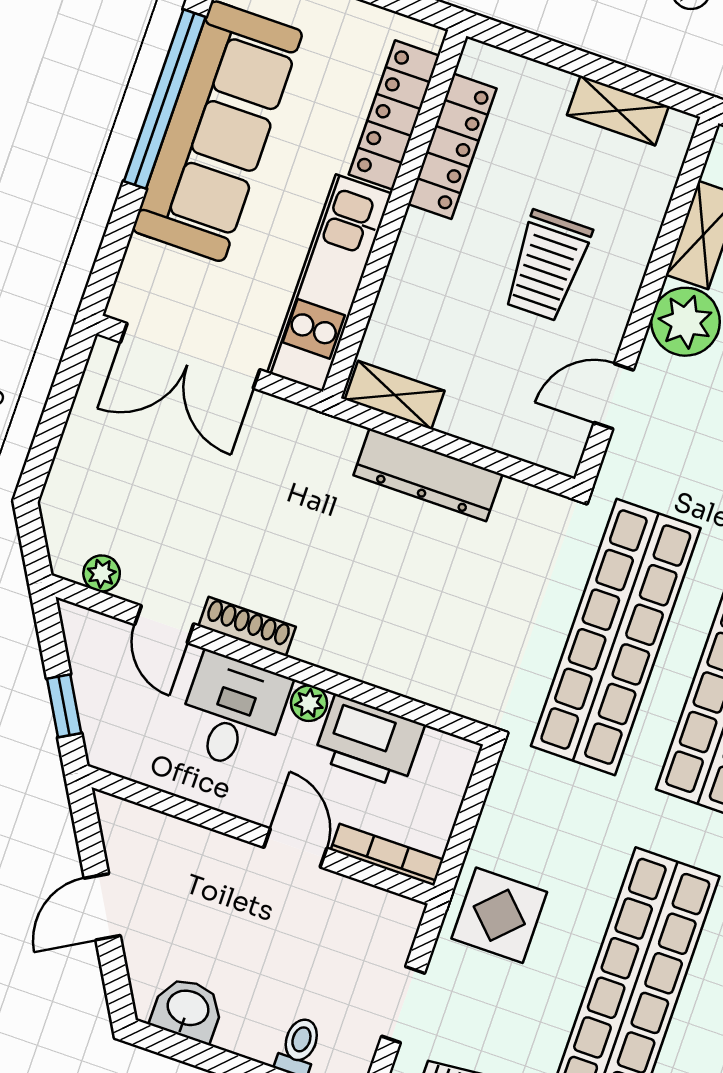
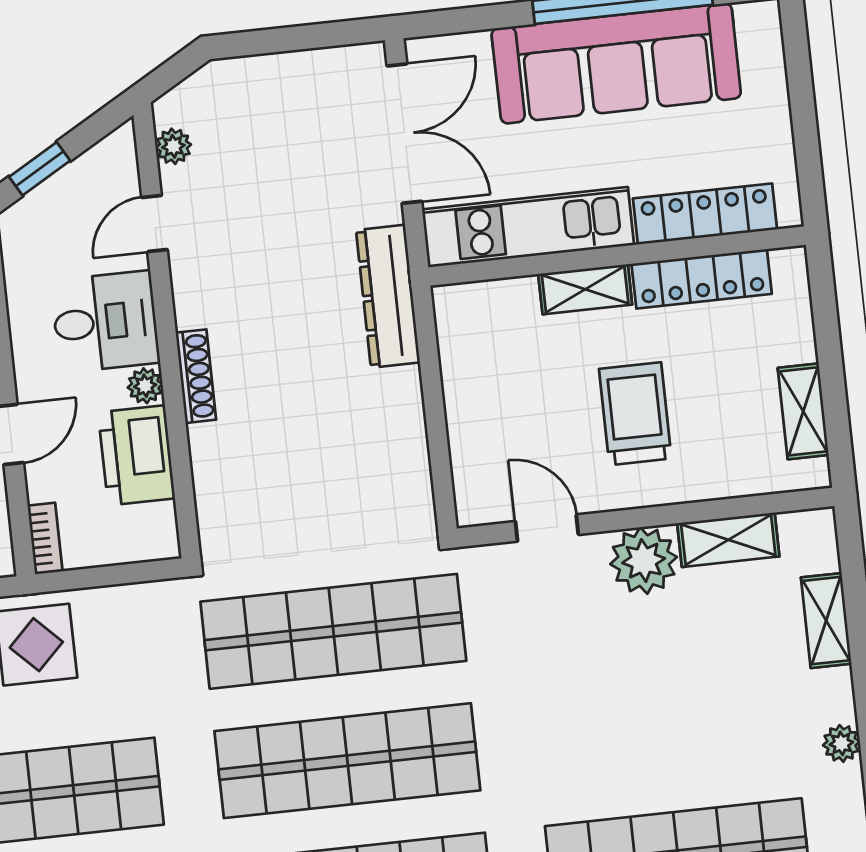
trolley: (547, 266) -> (635, 414), turned 90
double door: (190, 356) -> (404, 134), swing flipped
shelving: (395, 395) -> (585, 289), moved, turned 90
dresser: (428, 475) -> (388, 296), moved
shoe rack: (247, 626) -> (196, 376), moved
bookcase: (387, 855) -> (45, 538), width x0.64

